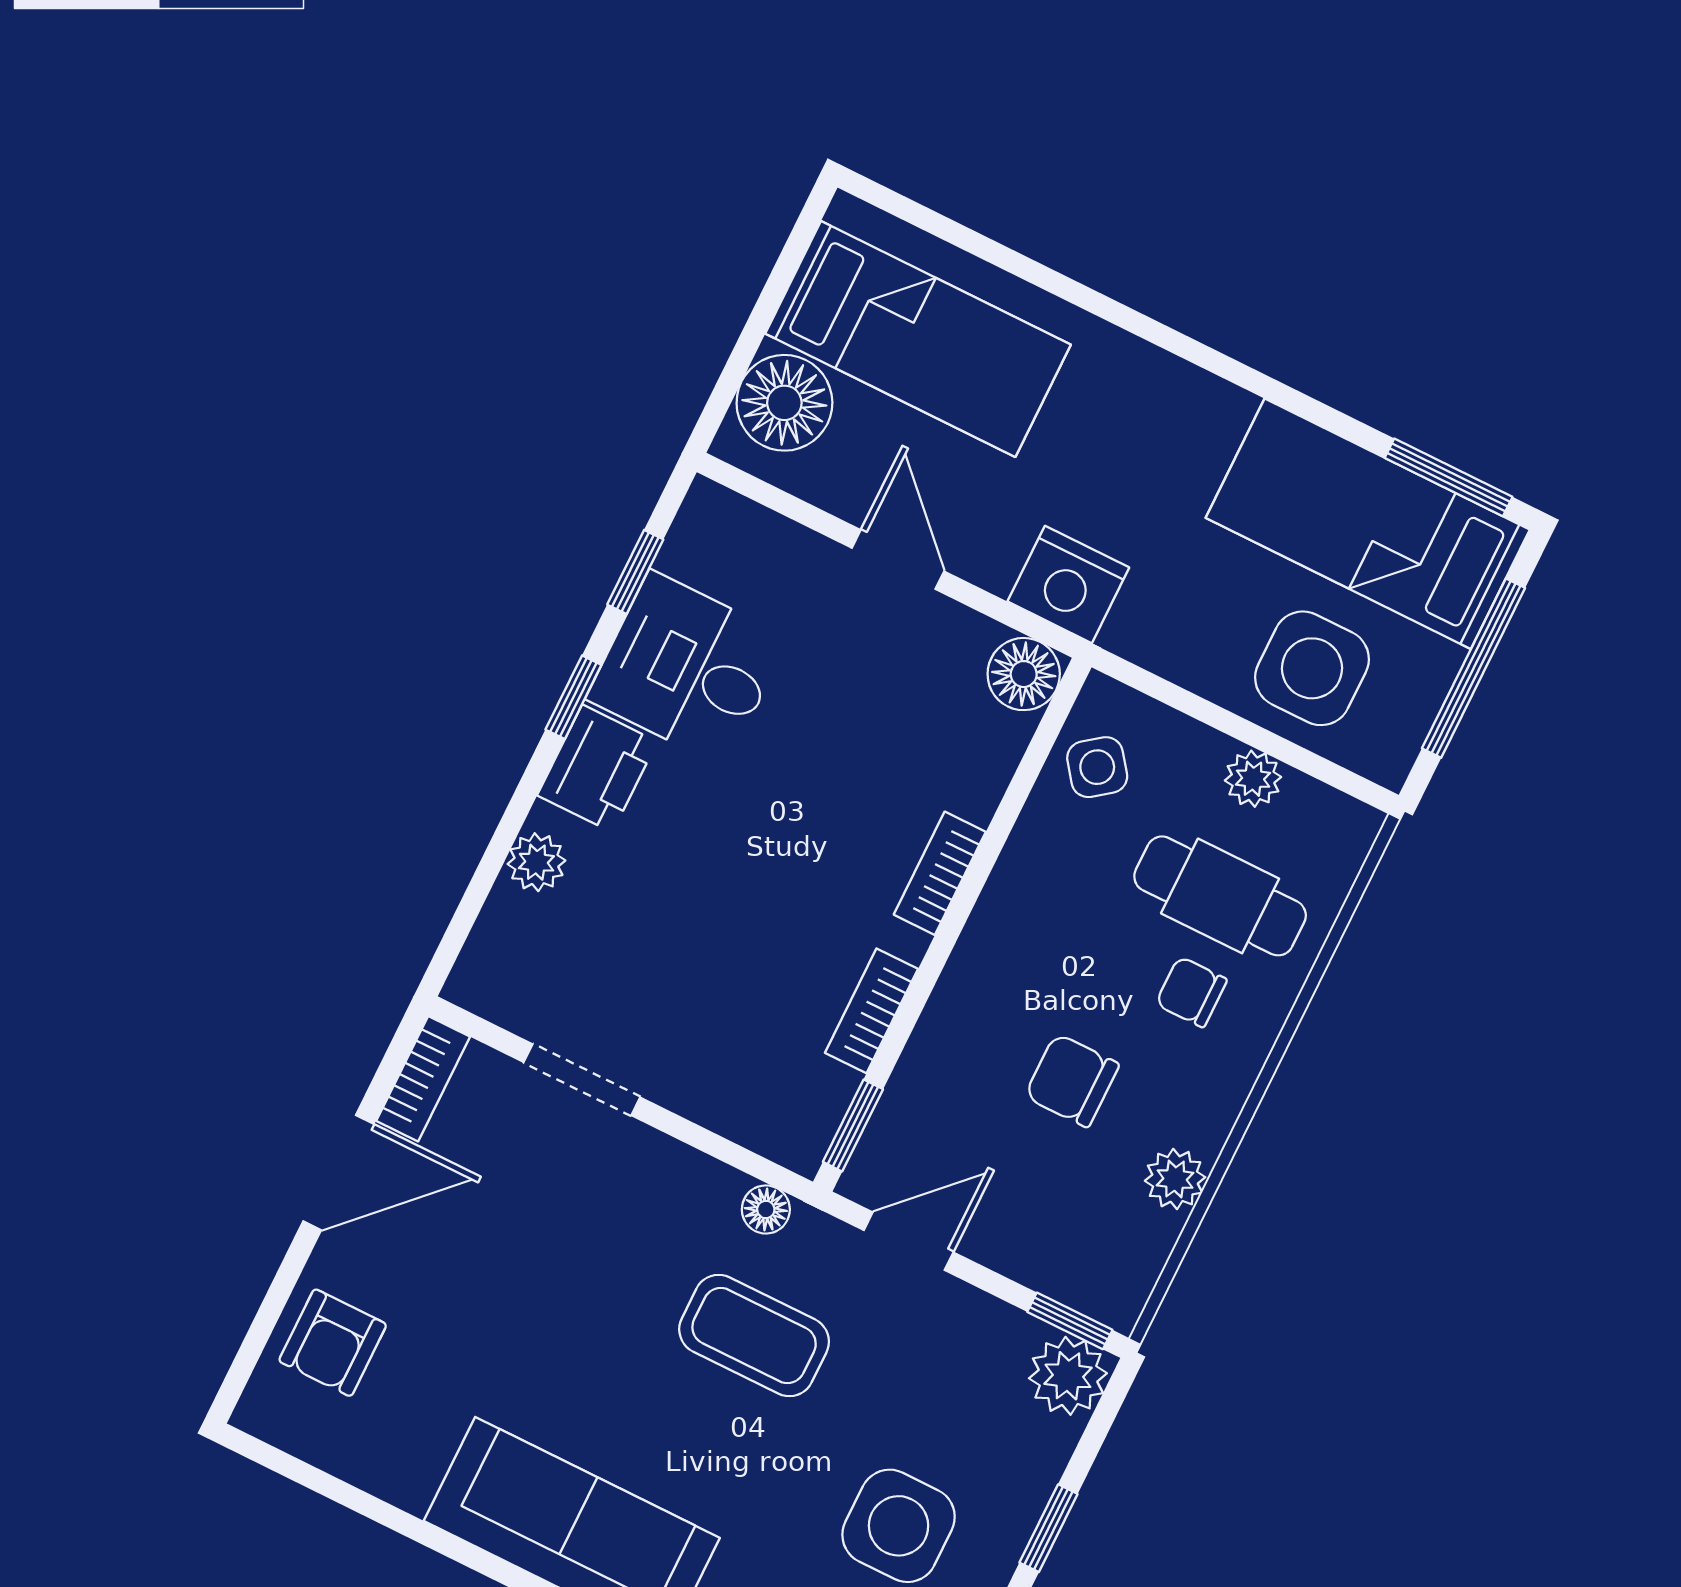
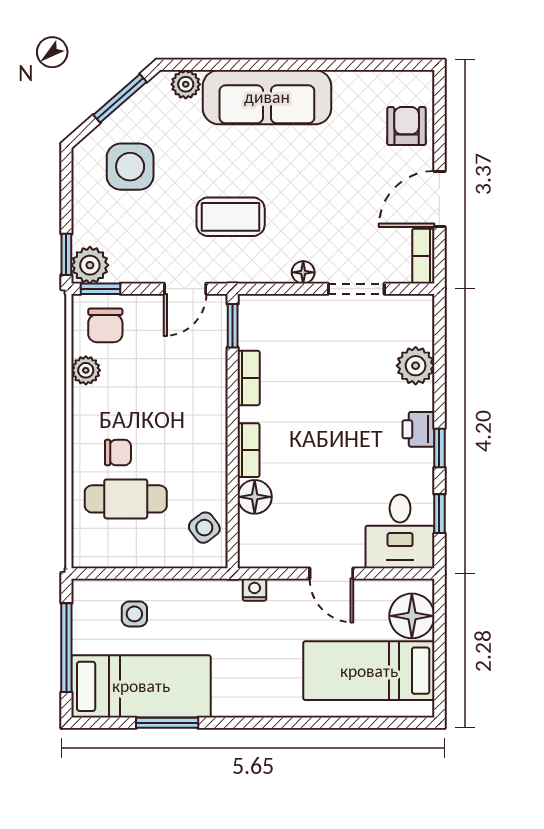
window: (1449, 477) -> (167, 723), moved
nightstand: (1068, 584) -> (255, 590), width x0.53, depth x0.56
desk: (688, 668) -> (400, 531), moved, turned 90
side table: (1312, 668) -> (134, 614), width x0.54, depth x0.54
floor lamp: (1024, 674) -> (255, 497), moved
printer: (597, 768) -> (418, 429), width x0.73, depth x0.81
plant: (1253, 779) -> (136, 555), removed
plant: (536, 862) -> (416, 366), width x1.38, depth x1.38
chair: (1072, 1080) -> (105, 325), moved, turned 90
floor lamp: (766, 1209) -> (303, 272), moved
window: (1048, 1528) -> (66, 254), moved

